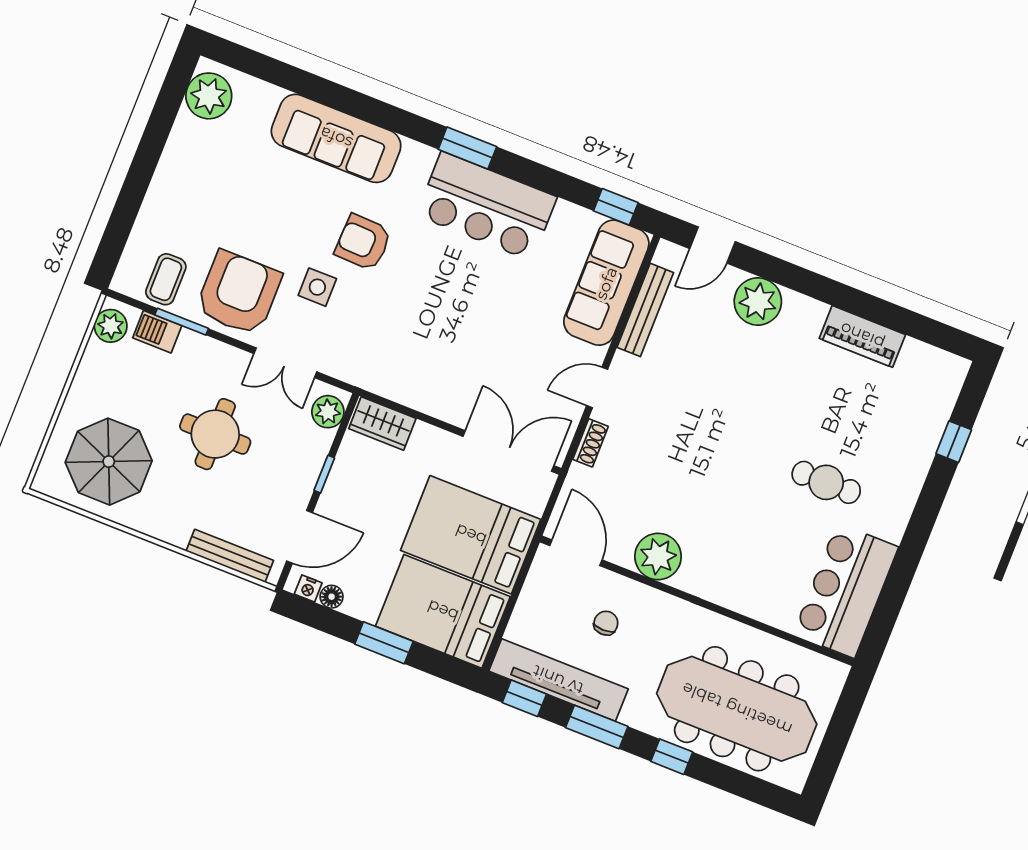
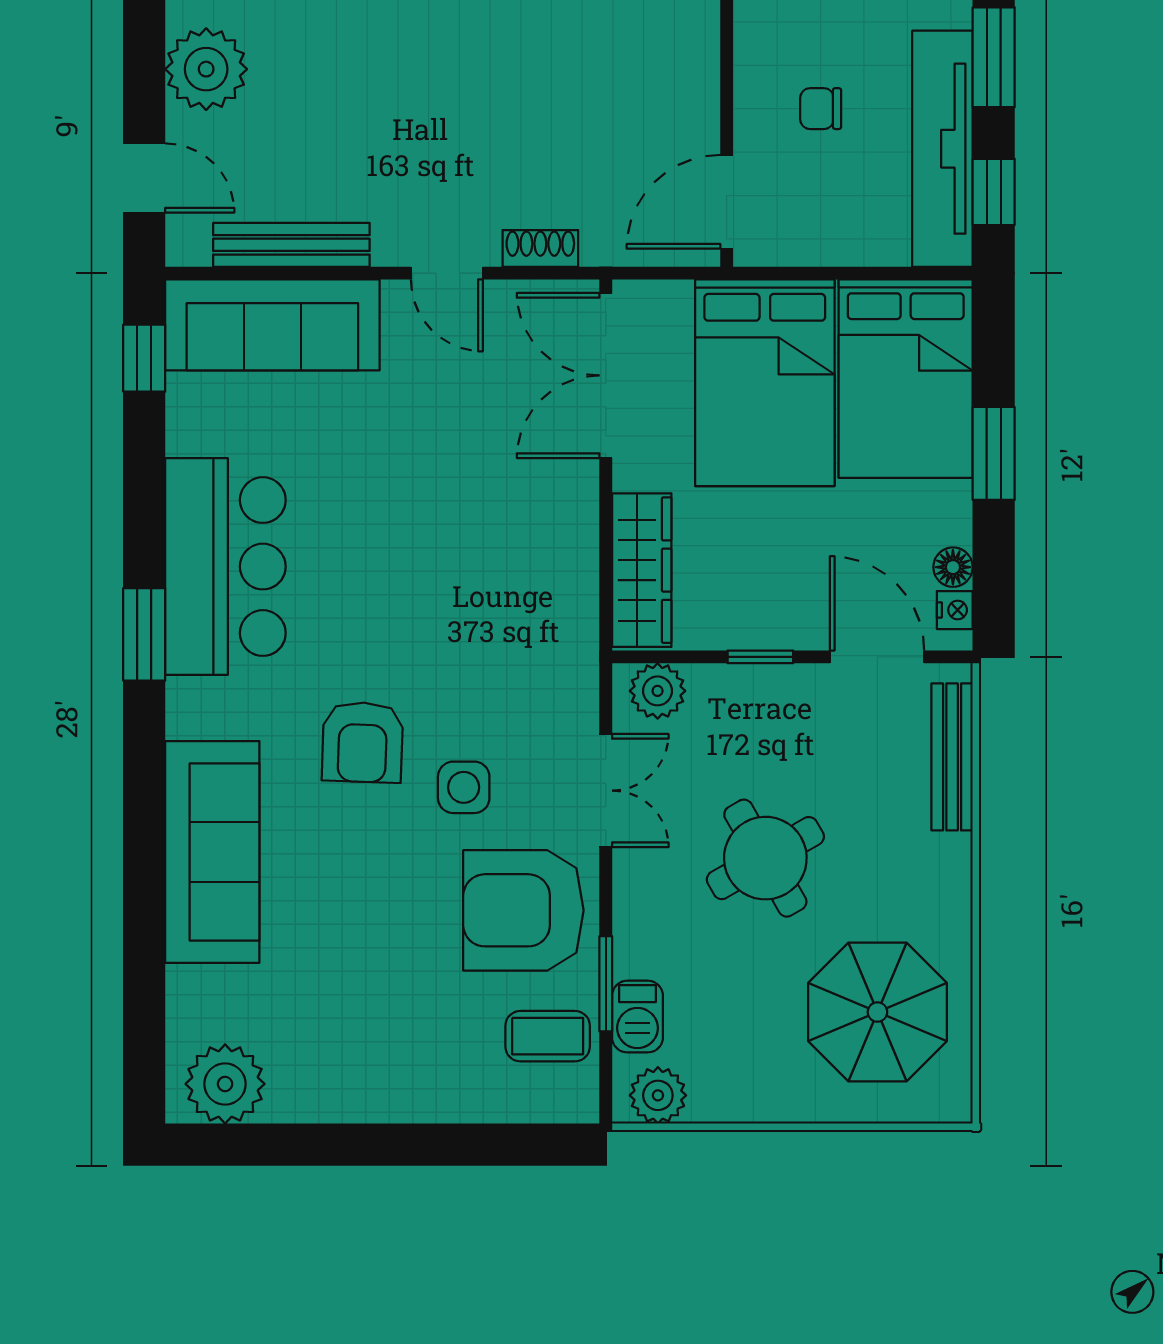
wardrobe: (382, 423) -> (642, 570), width x1.50
round table: (215, 434) -> (765, 858), turned -30
plant: (658, 557) -> (680, 67), removed

